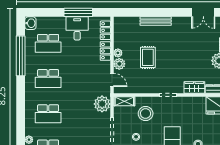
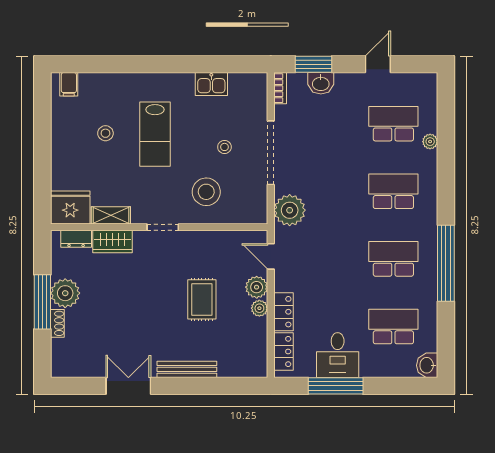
double door: (203, 12) -> (128, 386), moved
window: (21, 56) -> (446, 263), moved
shelving: (124, 101) -> (111, 215), moved

